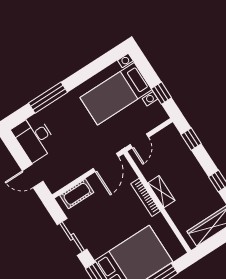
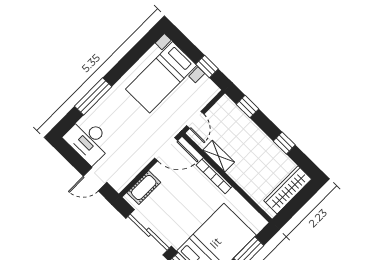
door: (106, 163) -> (166, 149), hinge flipped
shelving: (161, 192) -> (219, 156), moved
sliding door: (72, 237) -> (149, 232), width x1.37

